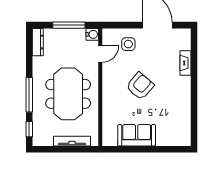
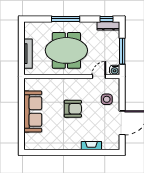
door: (100, 54) -> (99, 76), swing flipped
armchair: (140, 86) -> (73, 109), turned -41
window: (29, 129) -> (106, 19), moved
sofa: (137, 135) -> (33, 112), width x1.36

